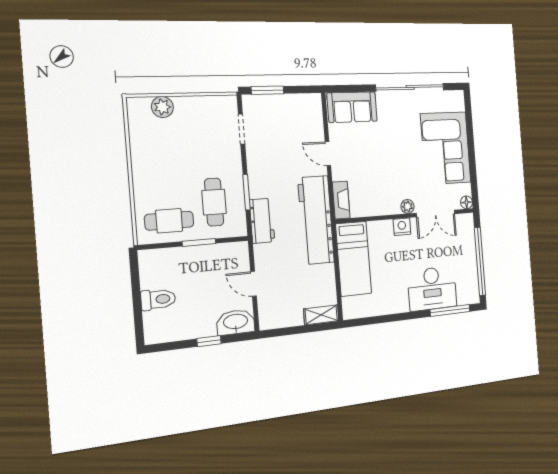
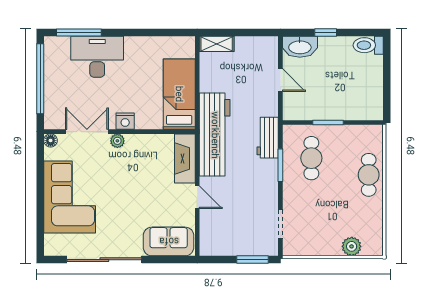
fireplace: (341, 200) -> (185, 158), width x1.37, depth x1.32
cafe table: (169, 221) -> (369, 175), moved, turned 90
toilet: (158, 299) -> (368, 45), moved

